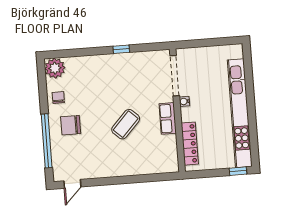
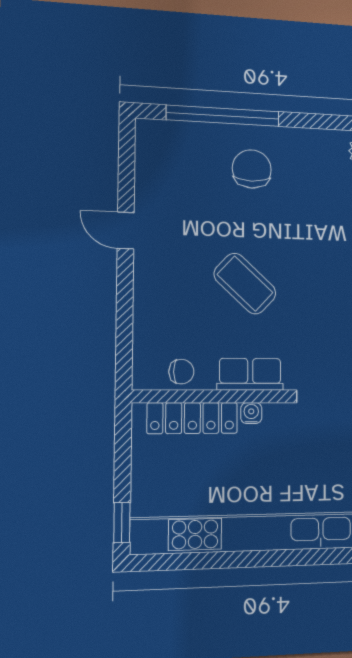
chair: (58, 97) -> (181, 372), moved
water cooler: (184, 101) -> (251, 413), moved
door: (72, 184) -> (126, 231), moved

